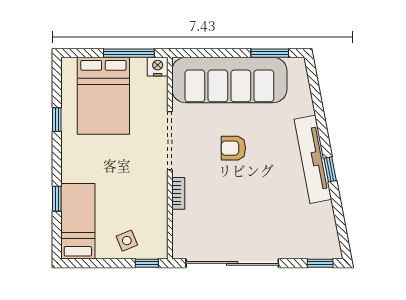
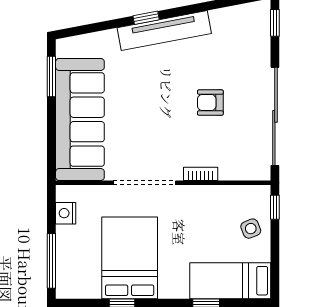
window: (129, 53) -> (51, 261), moved
nightstand: (158, 67) -> (66, 213), moved
bed: (103, 96) -> (130, 258), moved, turned -90
armchair: (233, 148) -> (210, 103), moved, turned 90
window: (330, 169) -> (146, 18), moved

